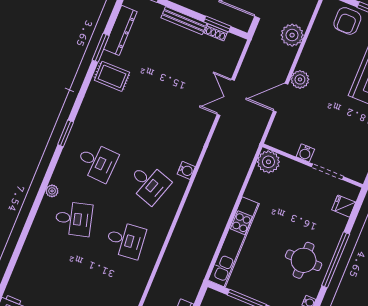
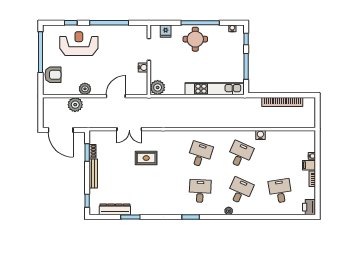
rug: (112, 76) -> (146, 158), moved, turned 90
plant: (300, 79) -> (85, 89), moved
door: (281, 98) -> (116, 96), swing flipped
water cooler: (186, 170) -> (260, 135), moved
desk: (74, 219) -> (240, 191), turned 39
desk: (126, 240) -> (240, 154), turned 30
round table: (304, 260) -> (195, 39), moved
desk: (50, 276) -> (280, 191), added

